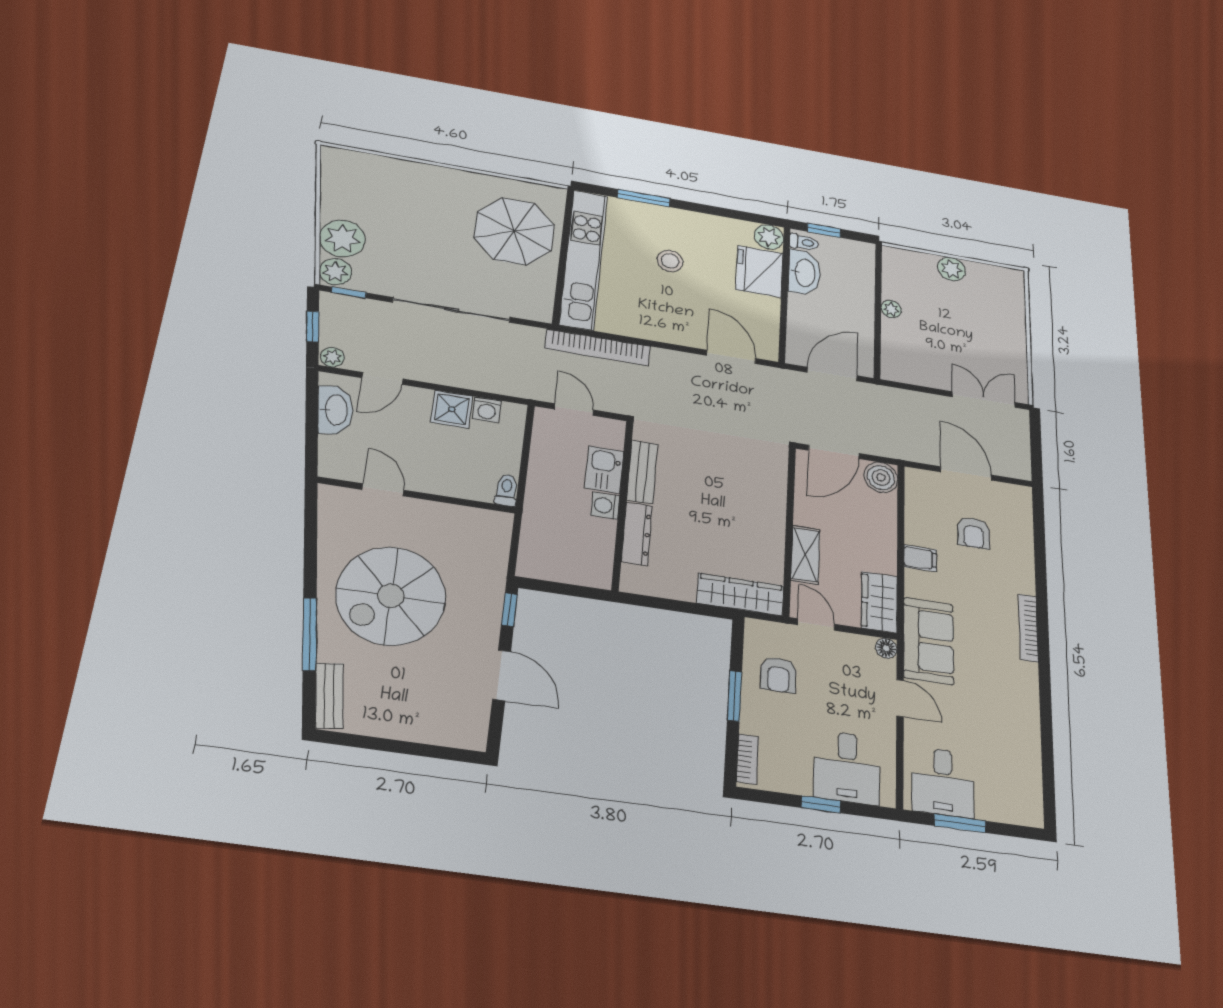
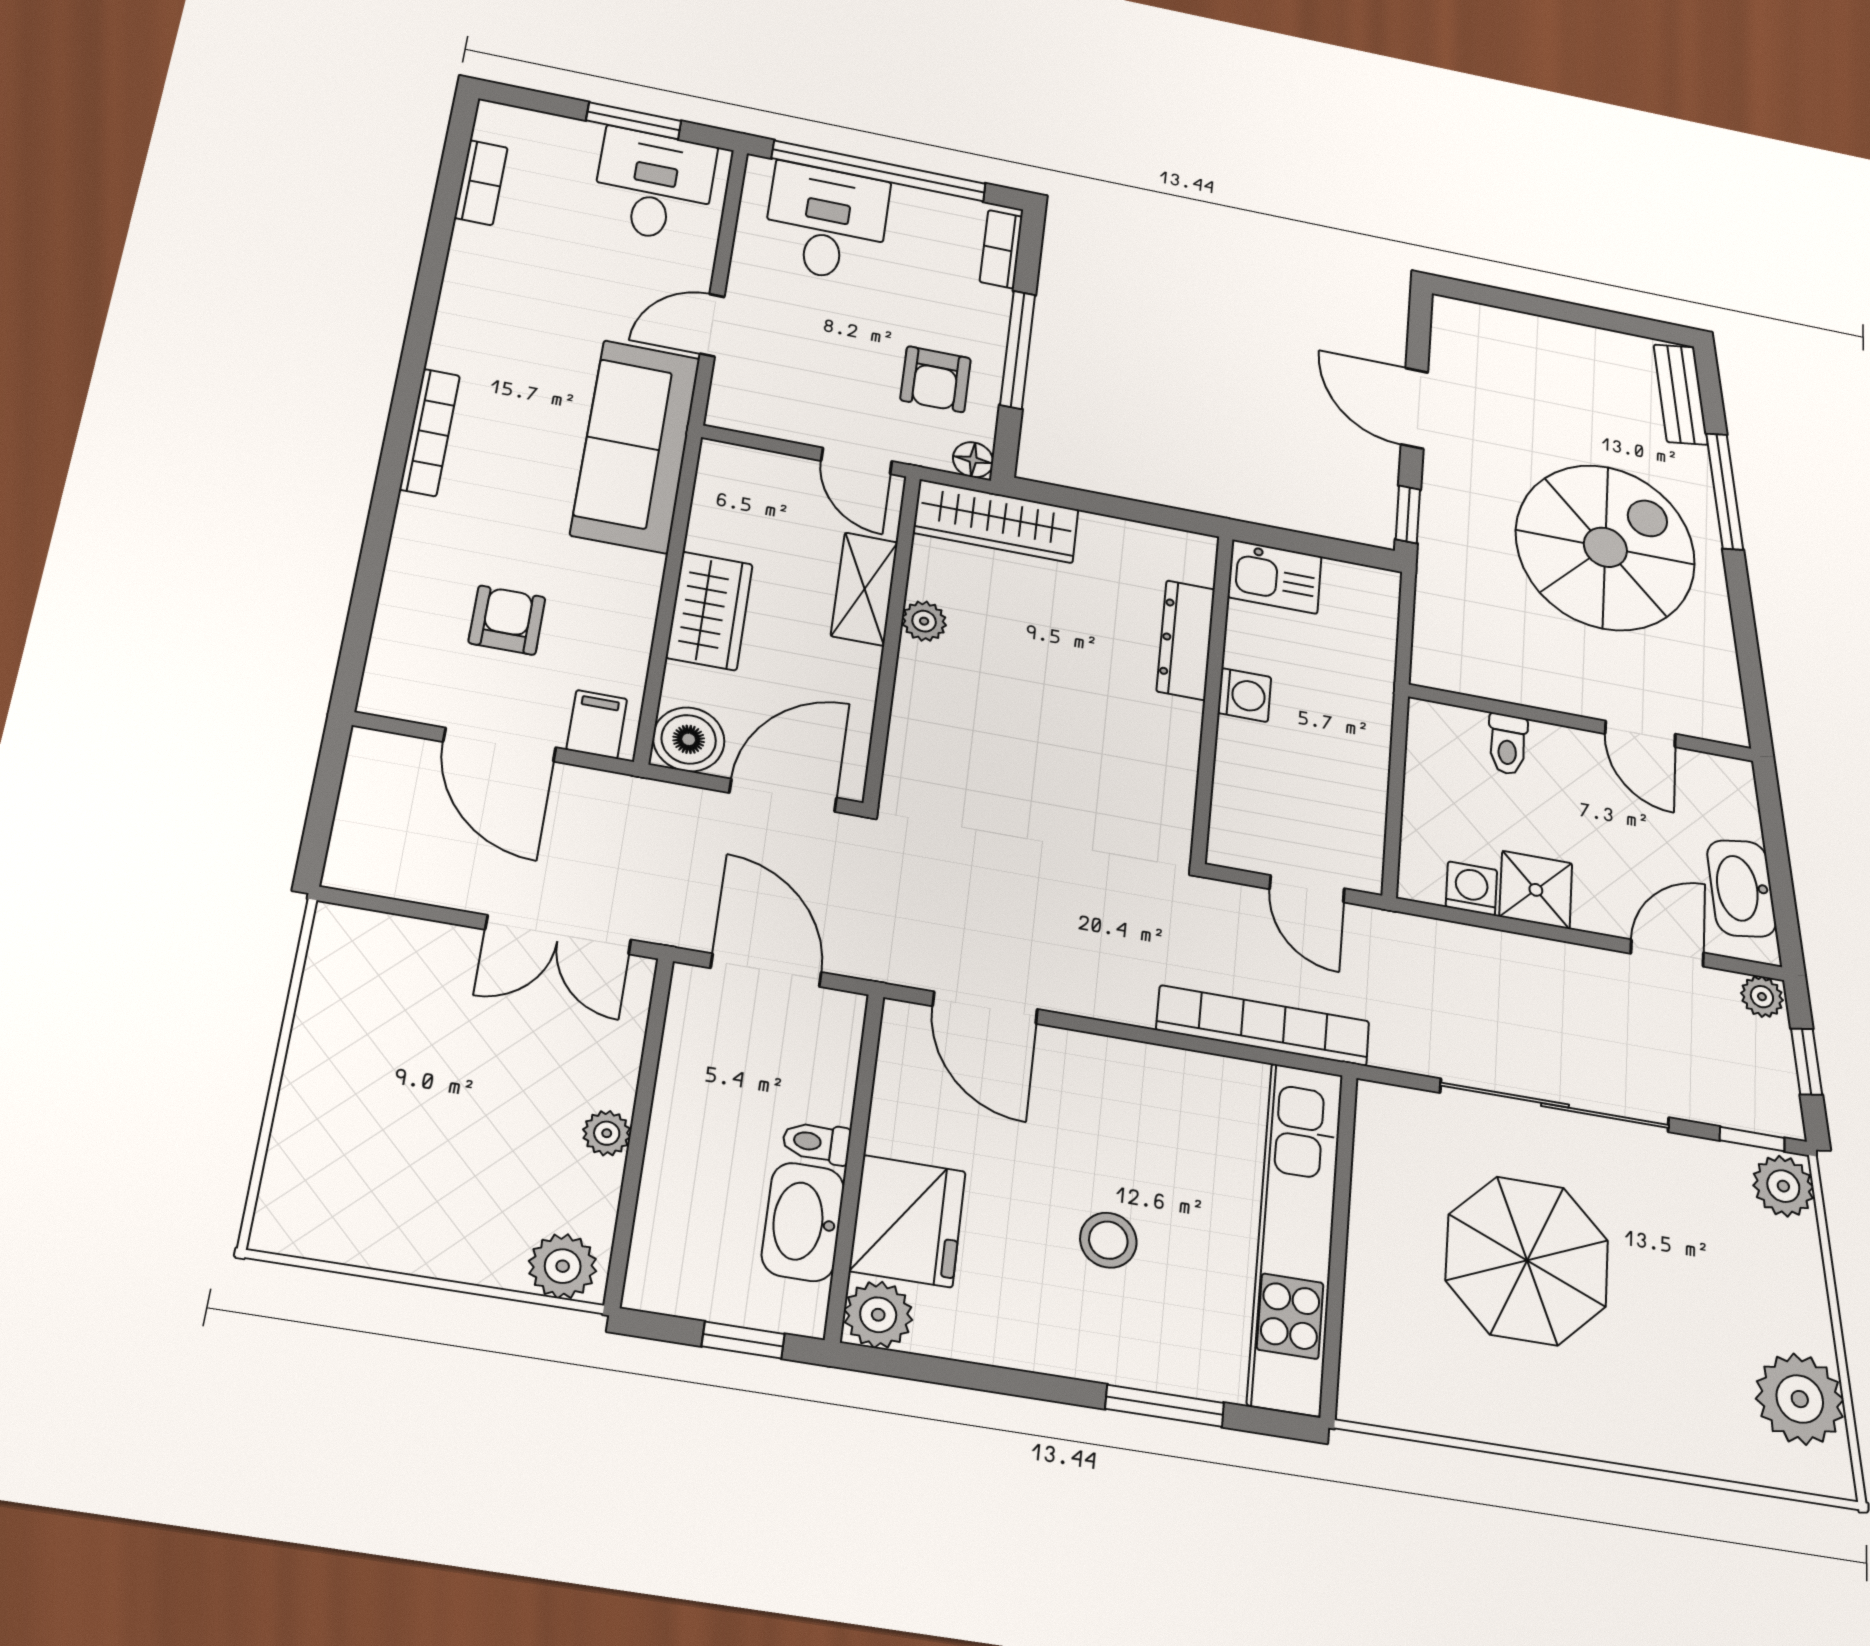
parasol: (514, 231) -> (1527, 1261), moved
plant: (342, 238) -> (1800, 1399), moved
toilet: (804, 242) -> (817, 1142), moved
plant: (951, 269) -> (563, 1266), moved
door: (832, 374) -> (766, 970), swing flipped
double door: (984, 400) -> (558, 935), moved
kitchen sink: (604, 470) -> (1275, 577), moved, turned 90
bench: (642, 472) -> (1175, 759), removed
toilet: (506, 490) -> (1508, 744), moved
plant: (774, 539) -> (924, 621), added
filing cabinet: (920, 558) -> (597, 724), moved, turned 90
wardrobe: (879, 602) -> (709, 611), moved
sofa: (929, 641) -> (636, 446), width x1.36
floor lamp: (886, 648) -> (973, 460), moved
armchair: (778, 675) -> (936, 379), turned 180
window: (734, 696) -> (1018, 350), width x1.44
door: (900, 698) -> (712, 325), hinge flipped
bookcase: (1032, 775) -> (481, 183), added
window: (821, 804) -> (879, 171), width x3.17

